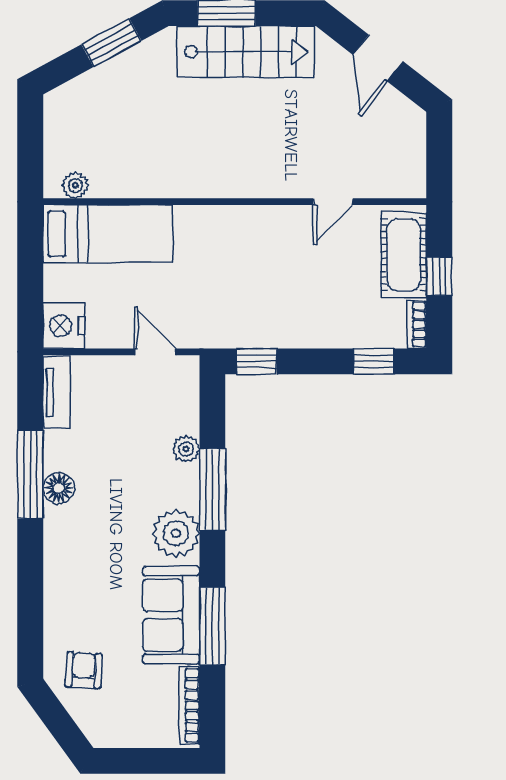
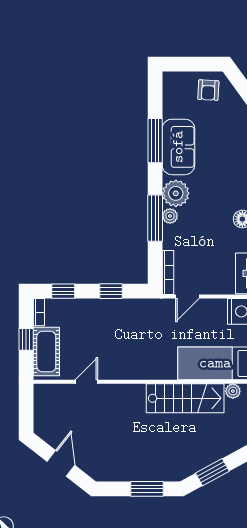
stairs: (246, 52) -> (185, 398), moved, turned 180
door: (155, 352) -> (187, 296), hinge flipped
window: (257, 361) -> (111, 291), moved
plant: (186, 449) -> (170, 216), moved
armchair: (84, 670) -> (208, 90), moved
bookcase: (190, 706) -> (168, 273), moved

